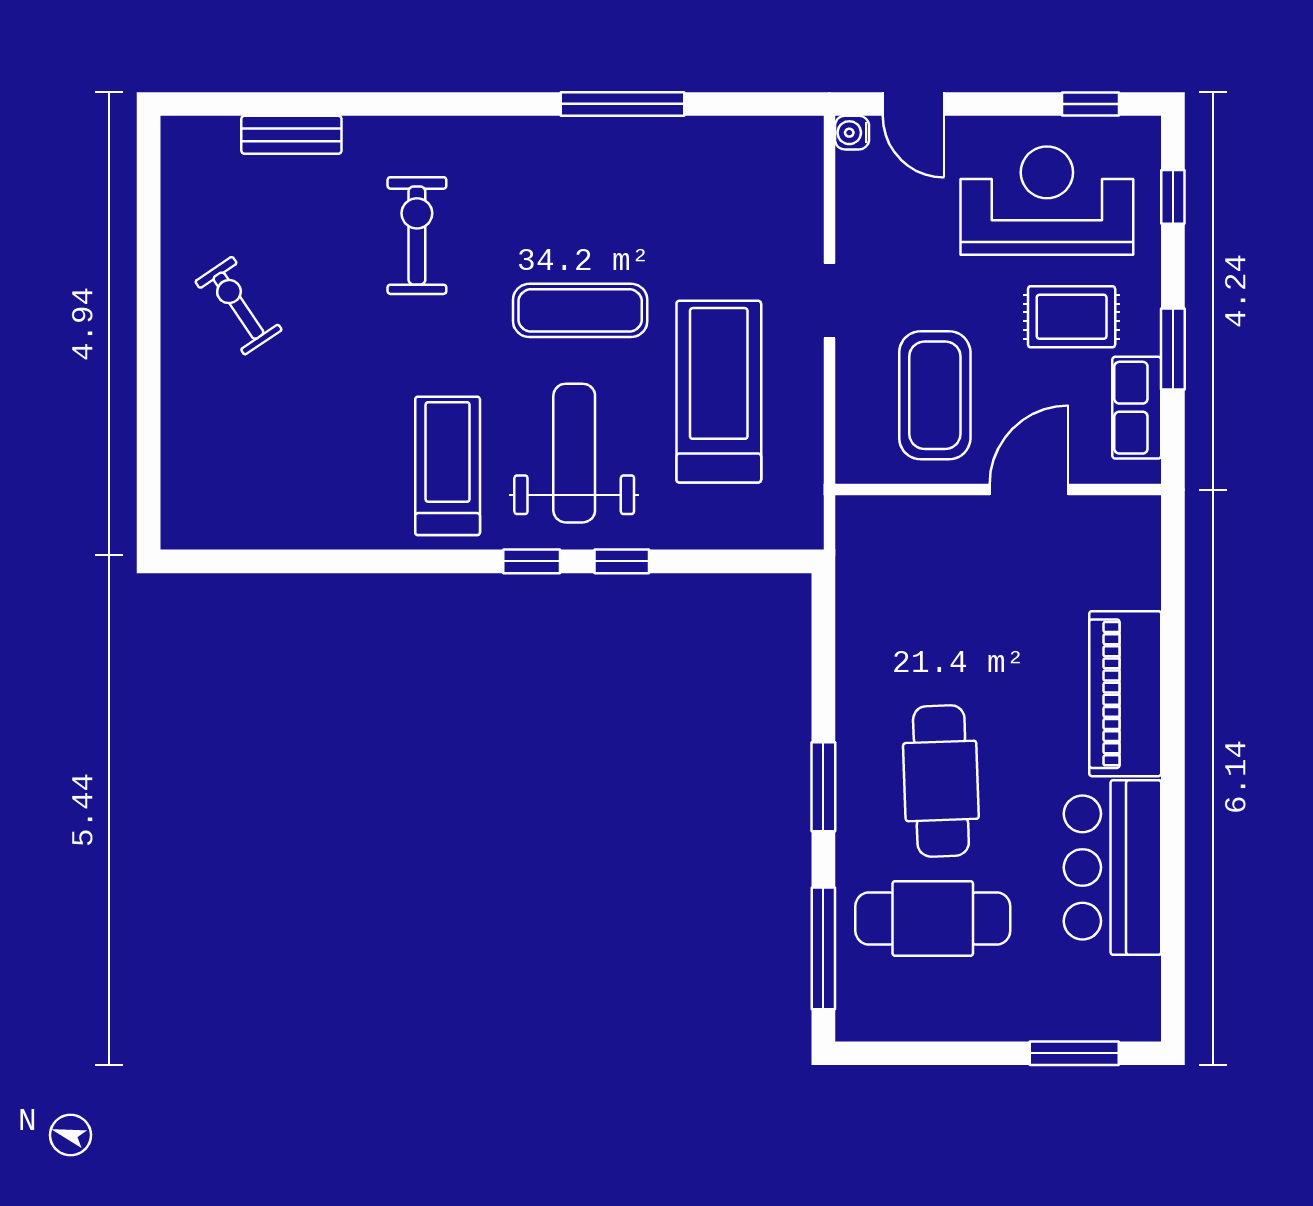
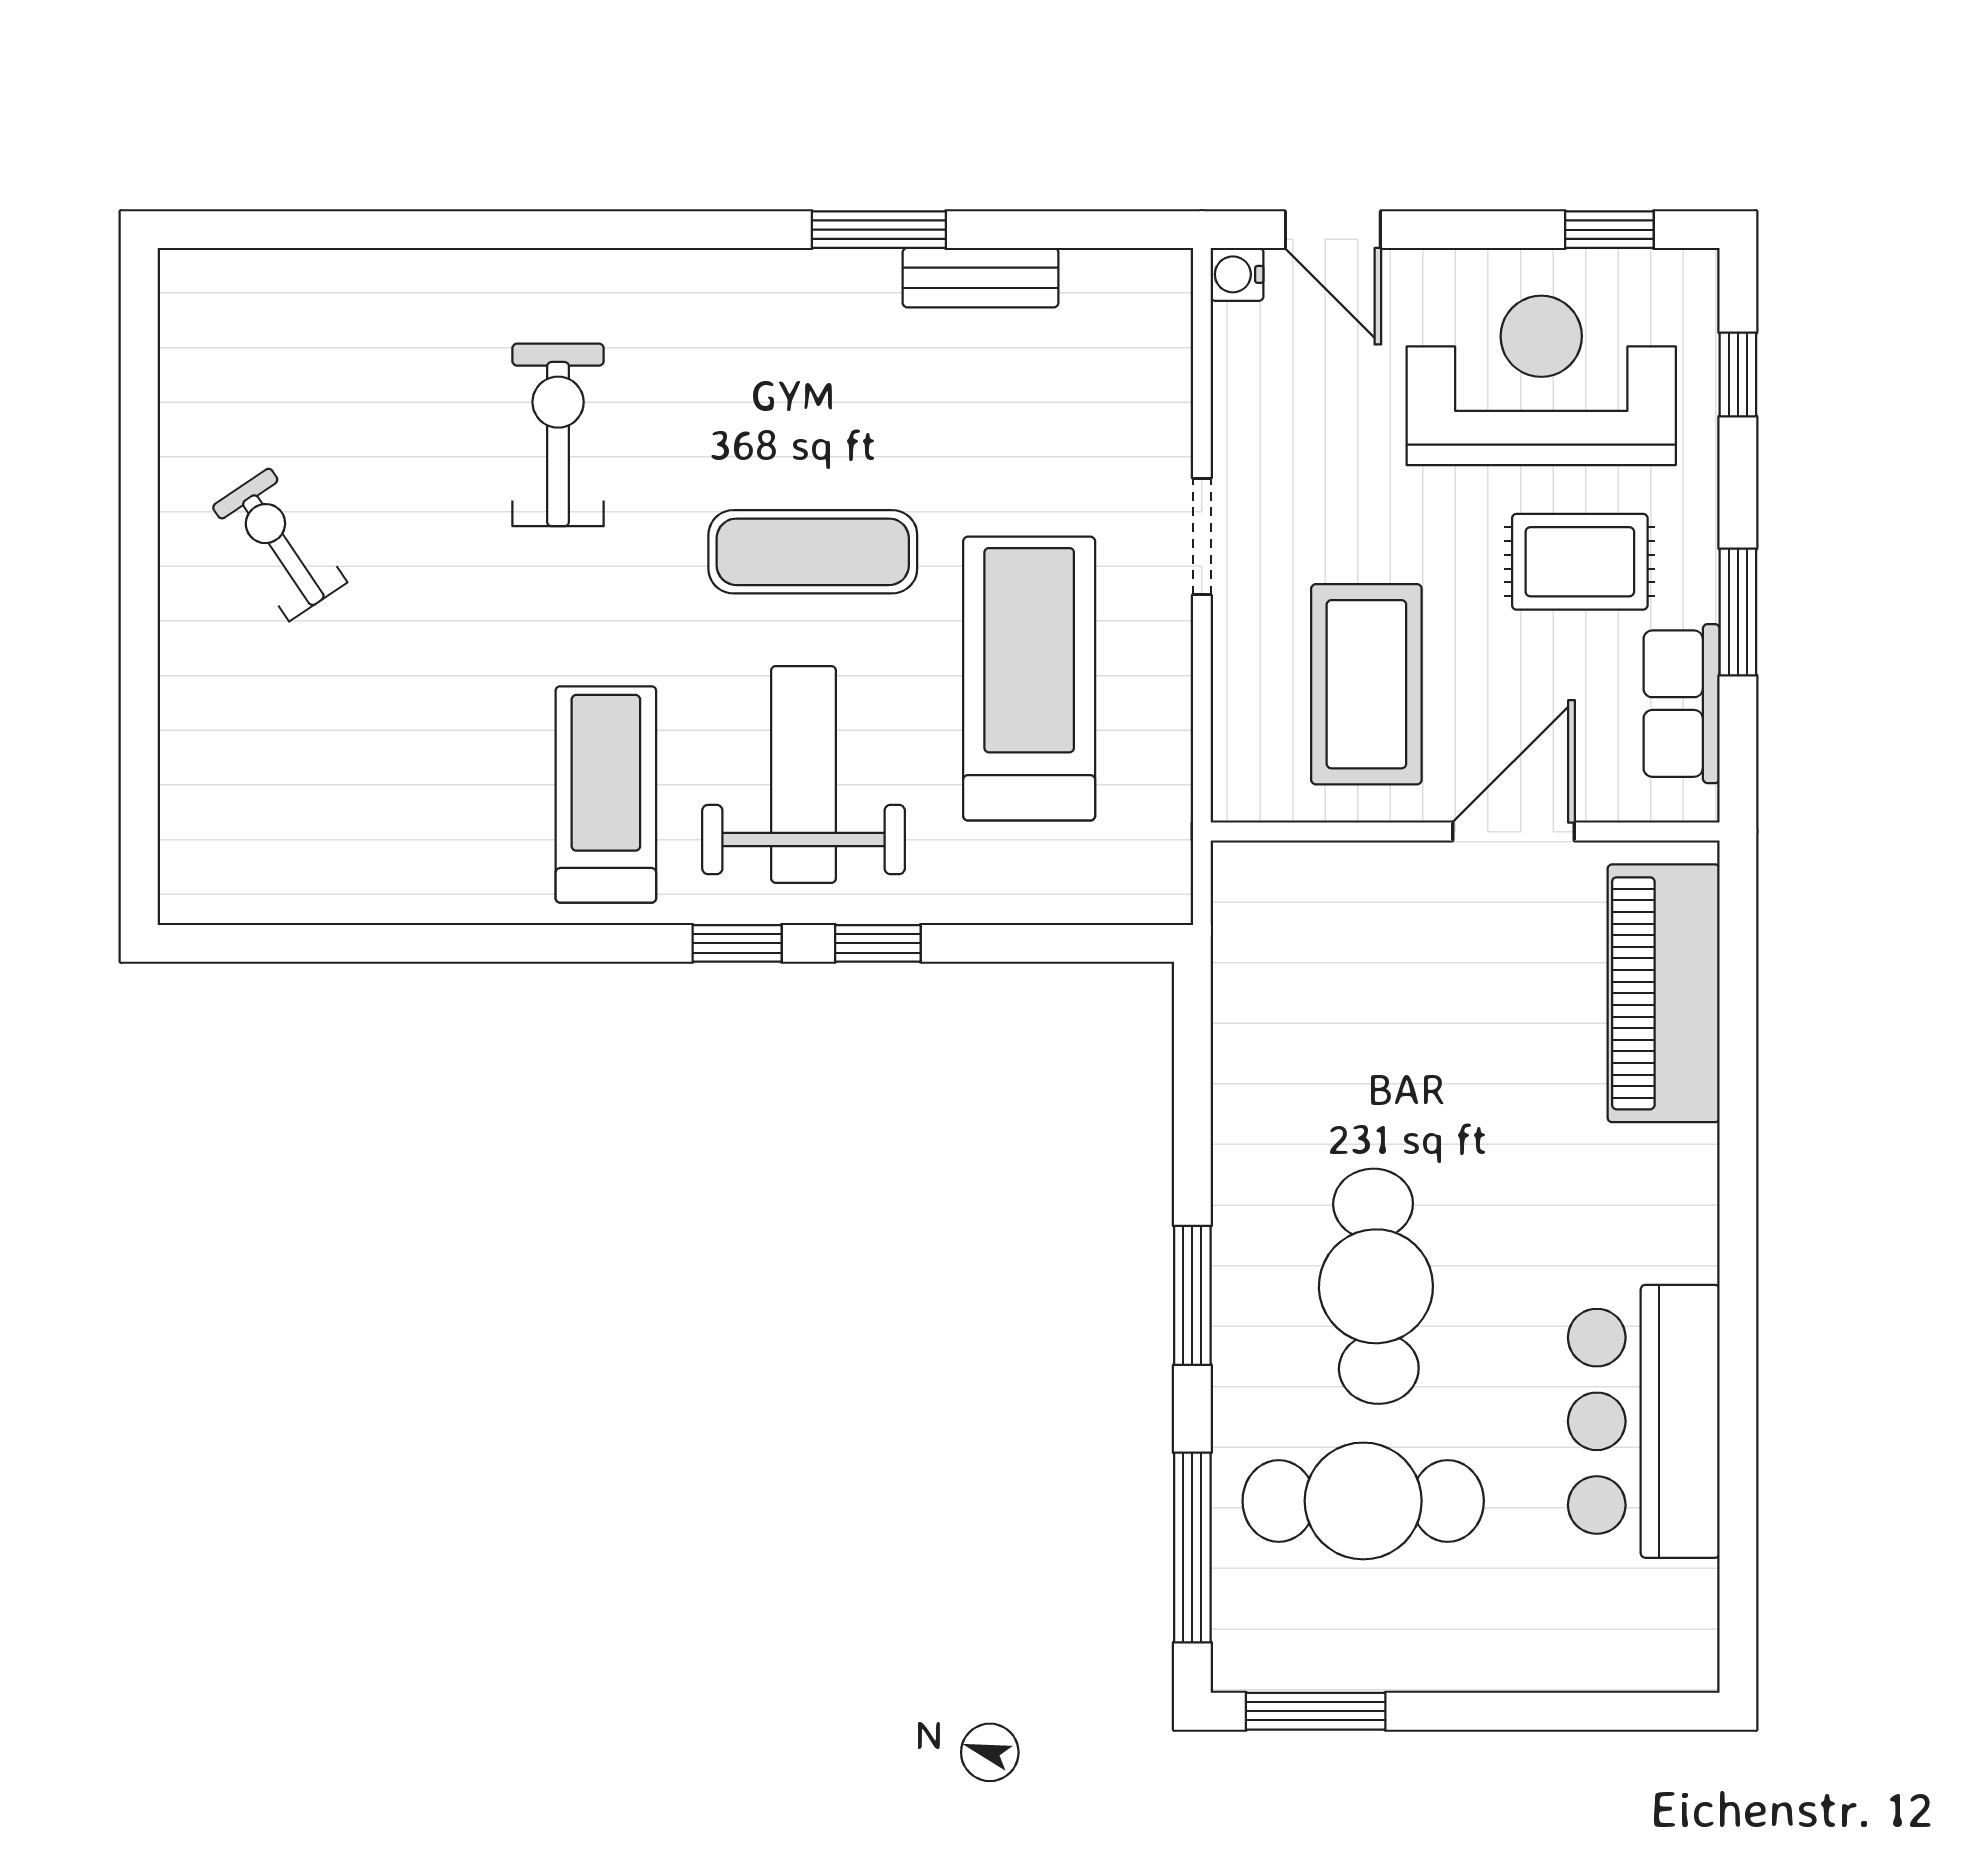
window: (622, 104) -> (879, 230), width x0.69
bench: (291, 135) -> (981, 278), moved
piano: (1125, 694) -> (1664, 993), moved
window: (1074, 1053) -> (1316, 1711), moved

